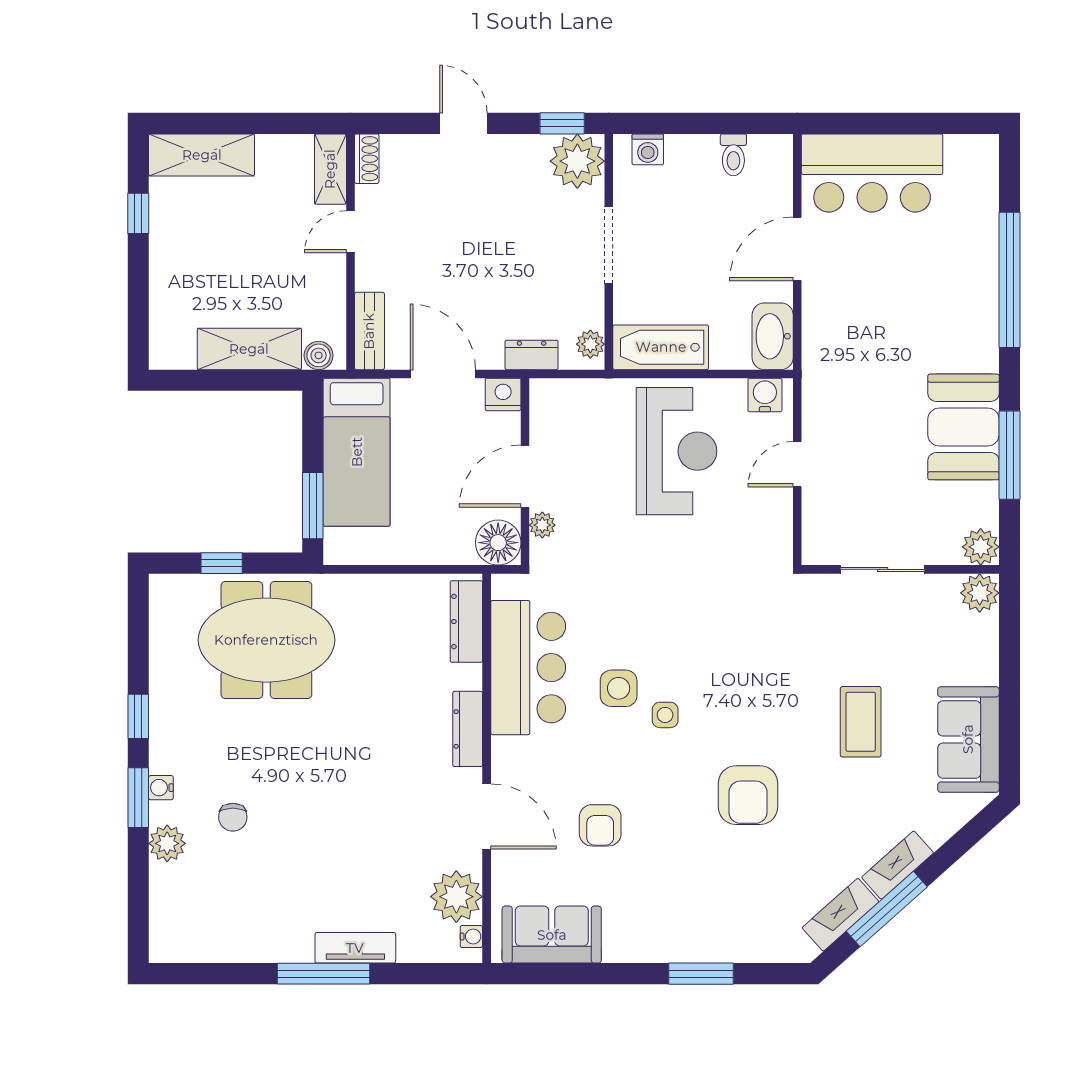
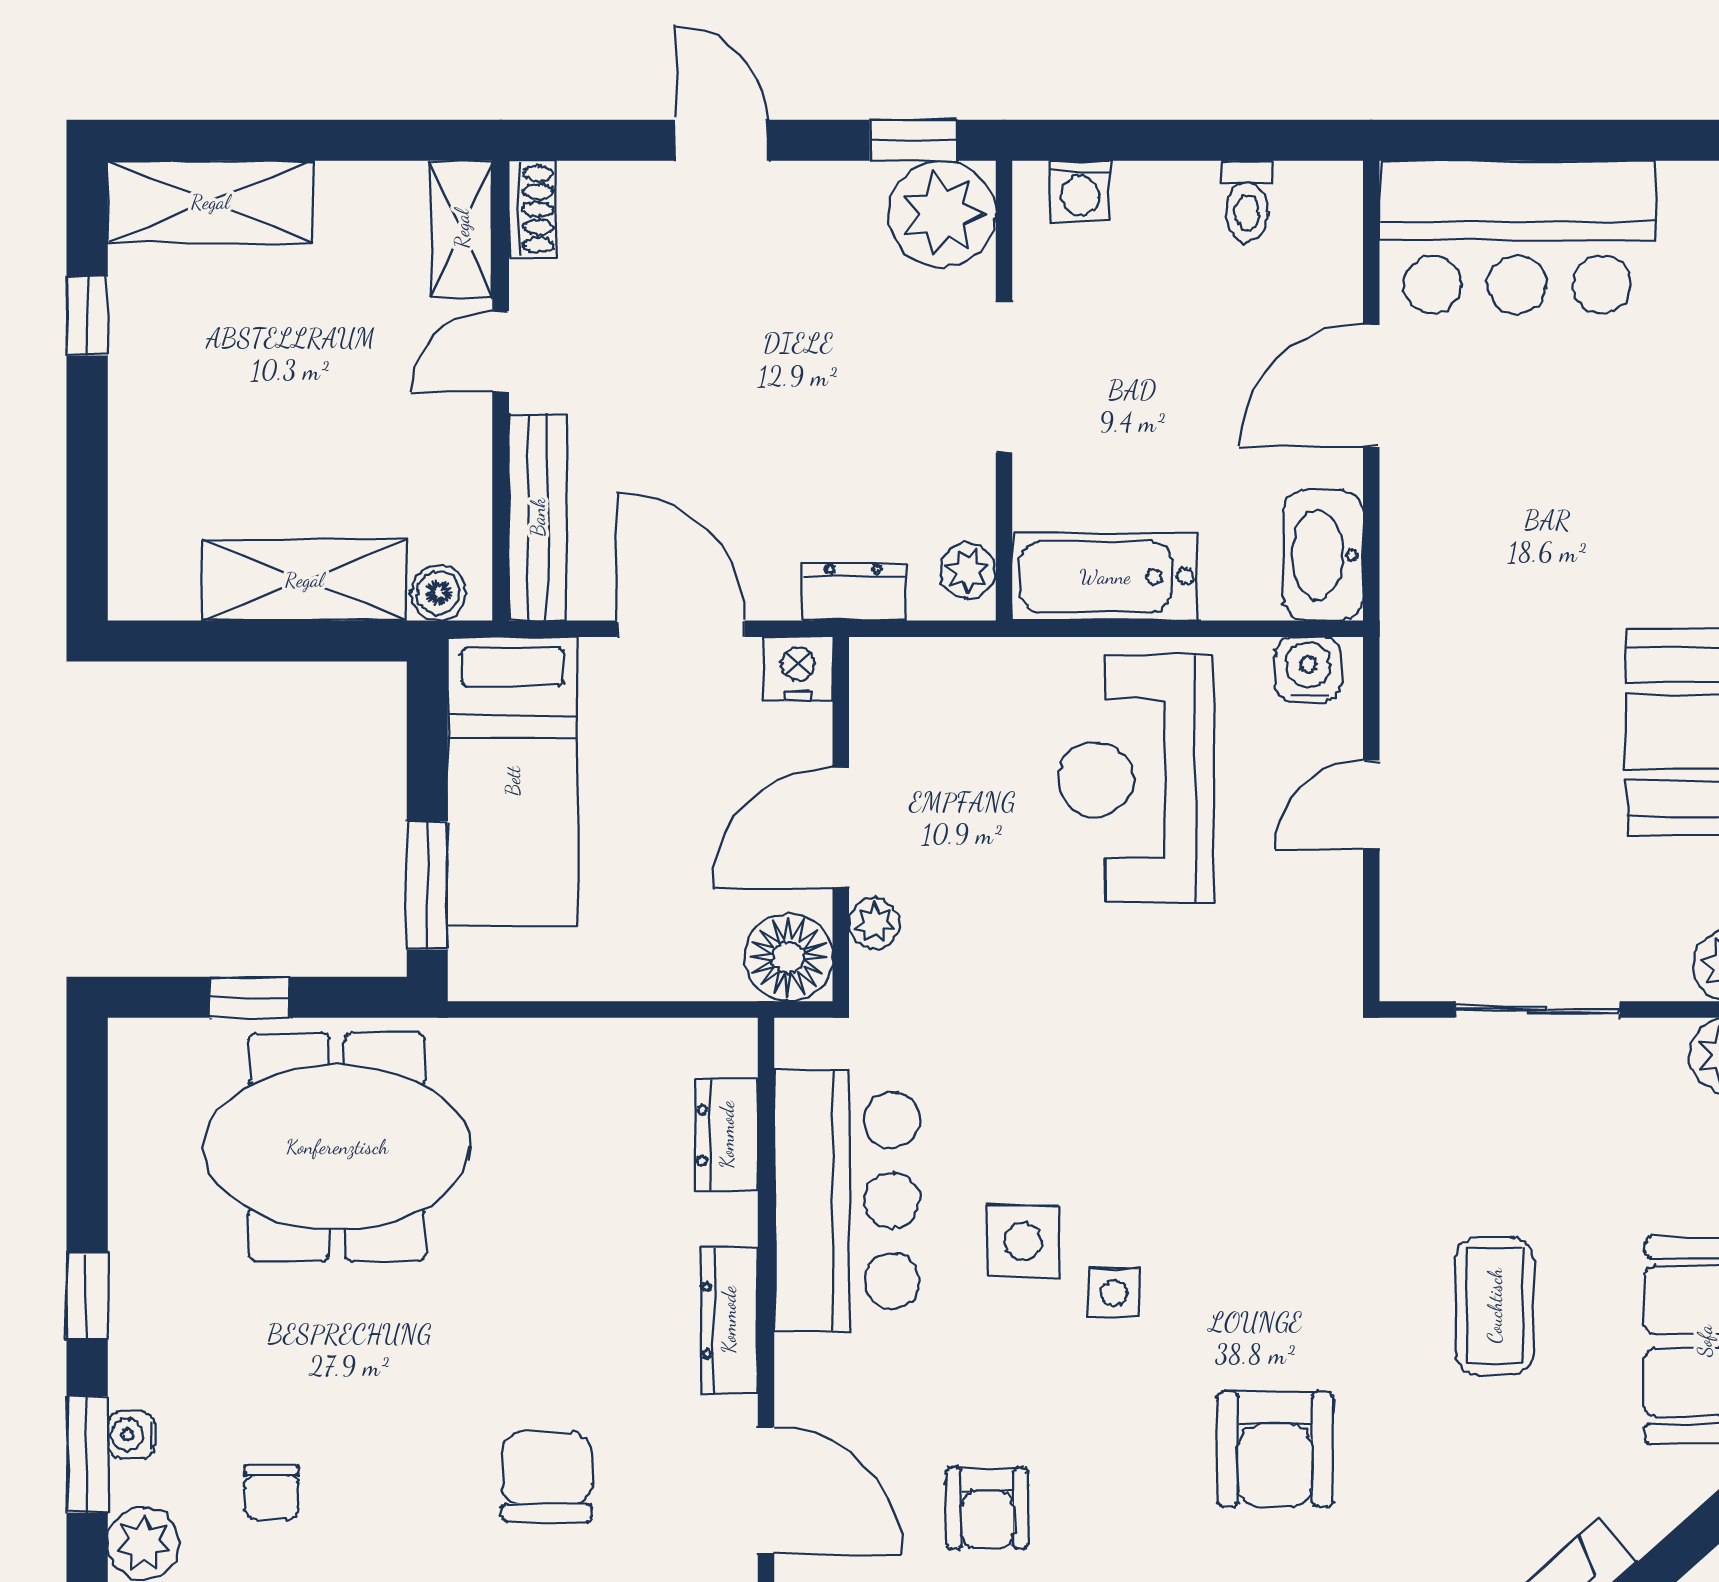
bench: (369, 331) -> (538, 517), width x1.36
reception desk: (677, 451) -> (1136, 779), turned 180
dresser: (466, 622) -> (727, 1135), width x0.70
chair: (374, 809) -> (547, 1477), added

